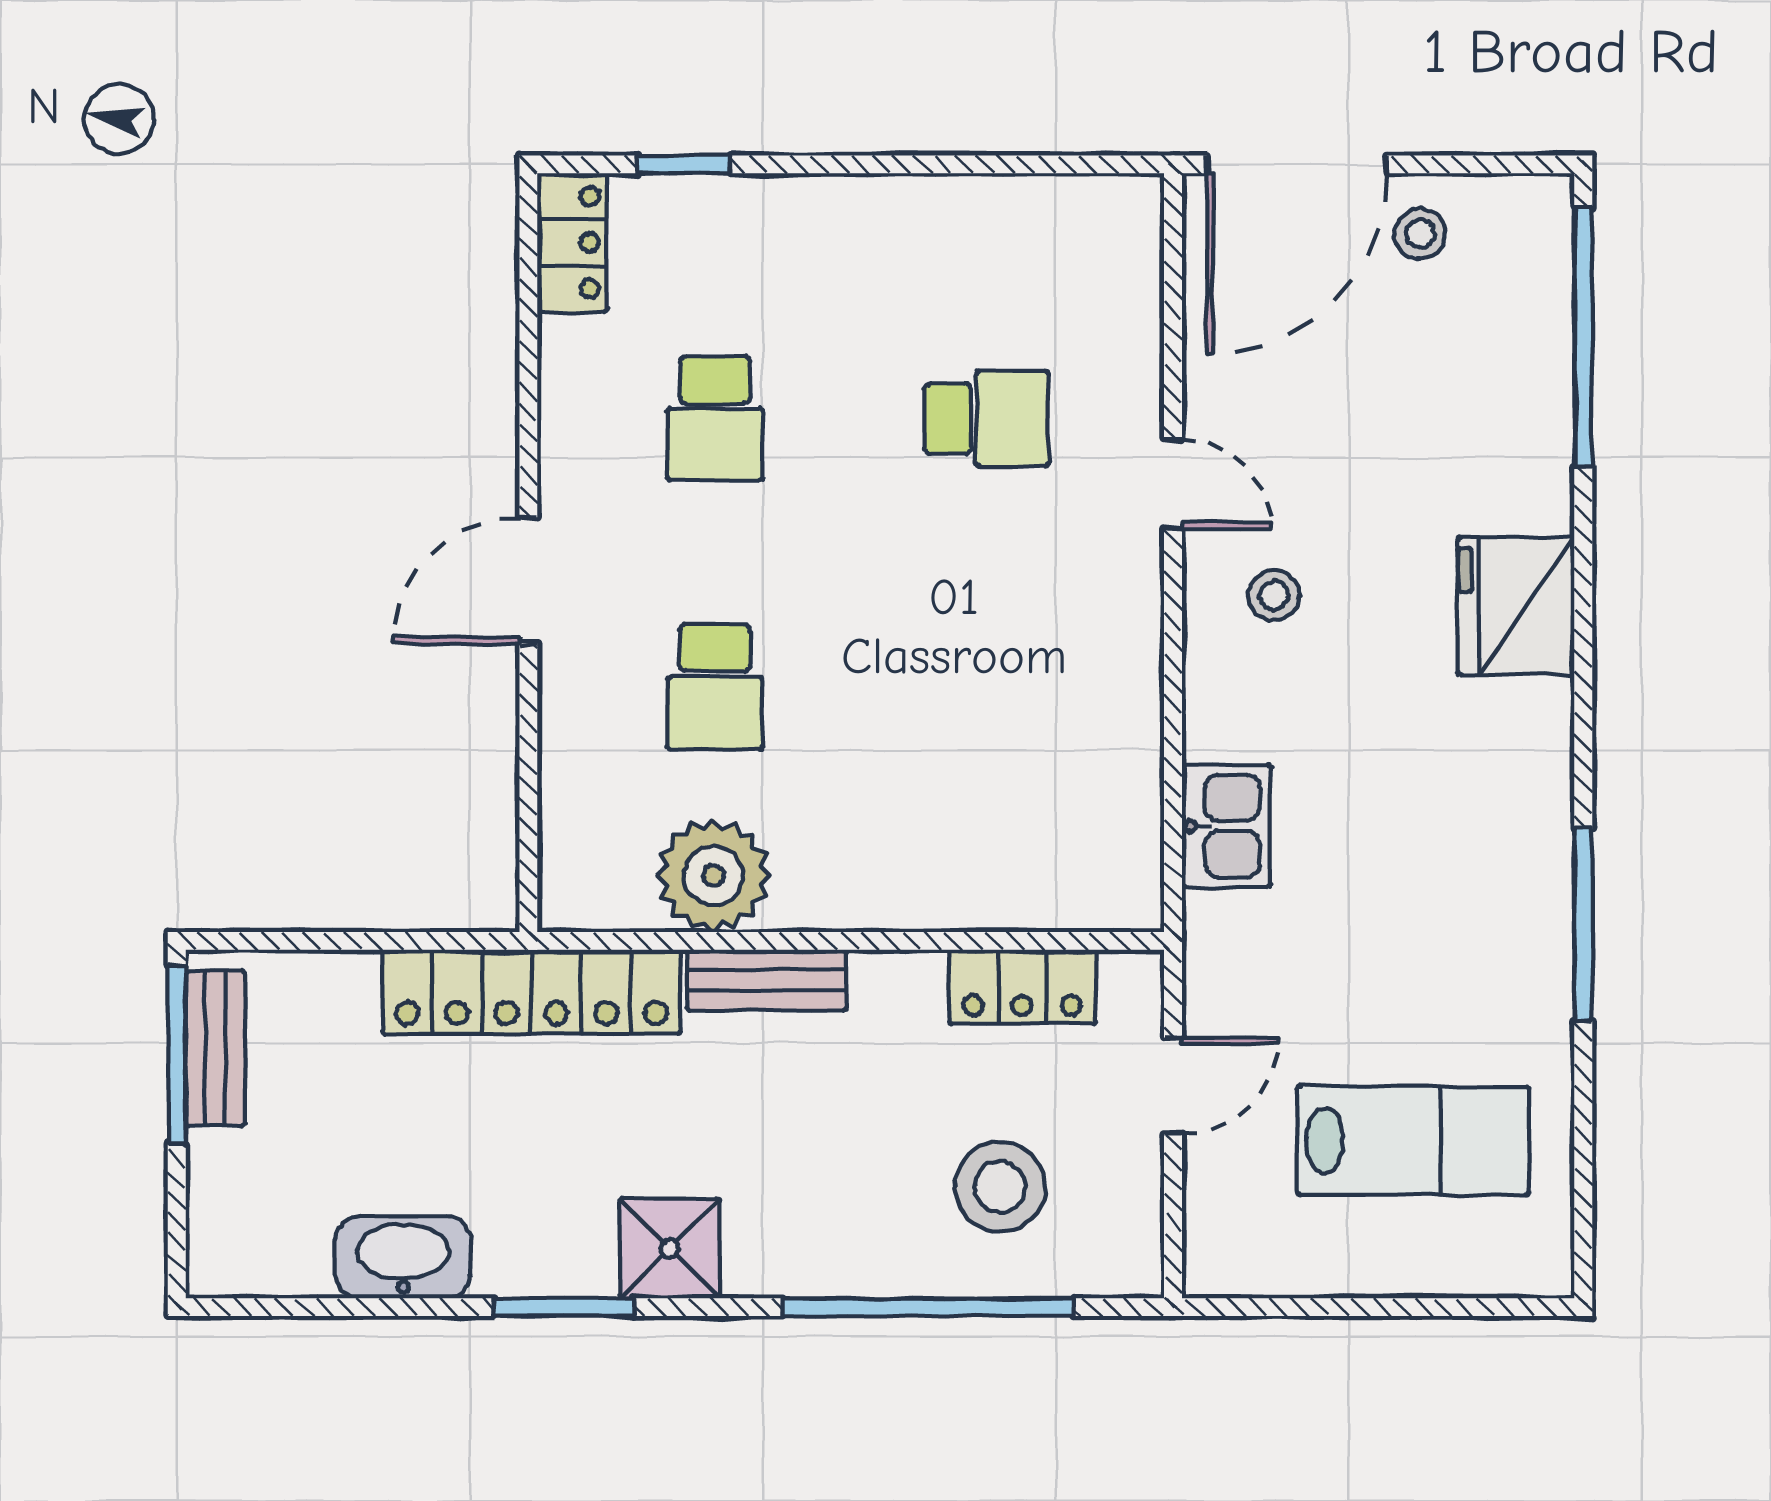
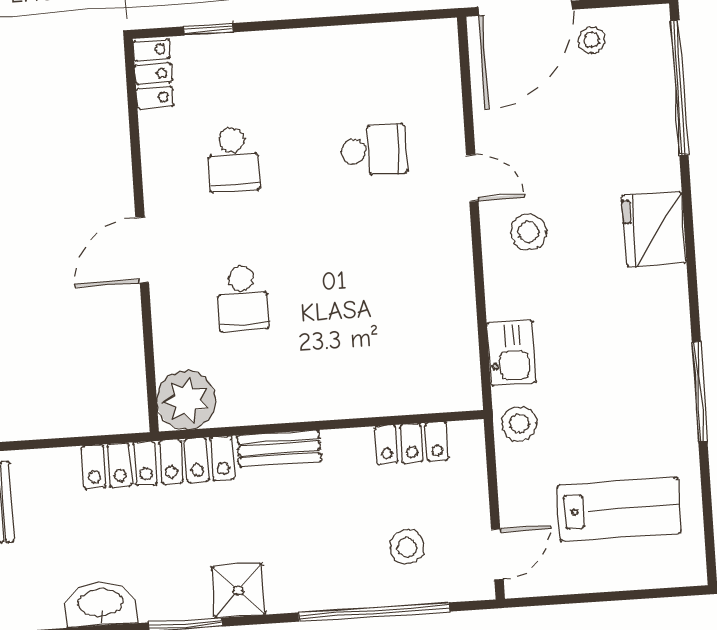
stool: (1274, 595) -> (528, 232), width x1.37, depth x1.37
plant: (713, 875) -> (186, 400), moved
stool: (1232, 963) -> (519, 424), added
door: (1173, 1086) -> (497, 554), moved
stool: (1000, 1187) -> (407, 547), width x0.73, depth x0.73

